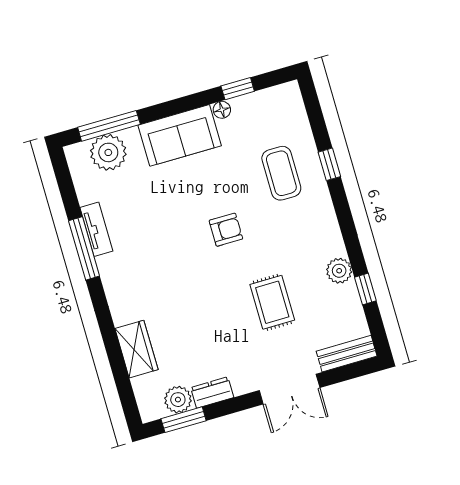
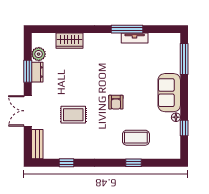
plant: (108, 152) -> (171, 55), removed
plant: (339, 271) -> (79, 152), removed
window: (184, 420) -> (28, 71), moved

